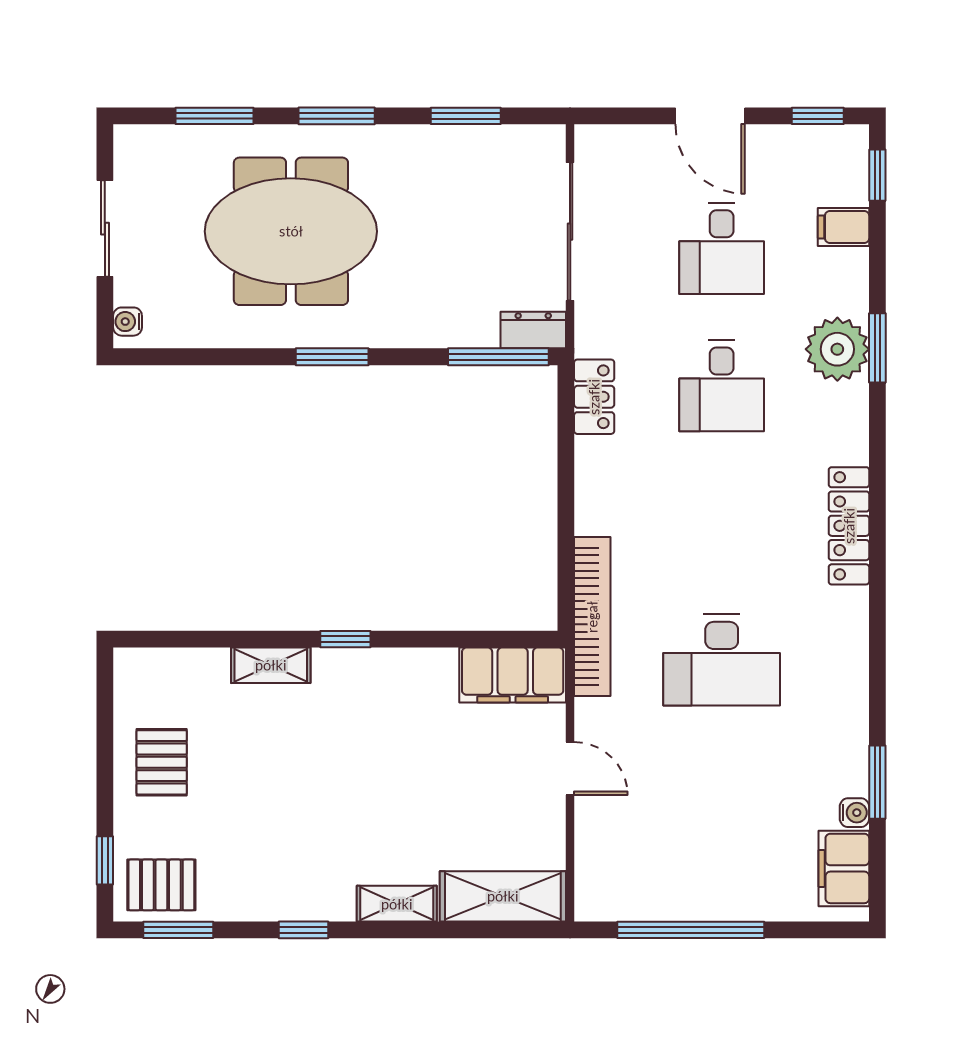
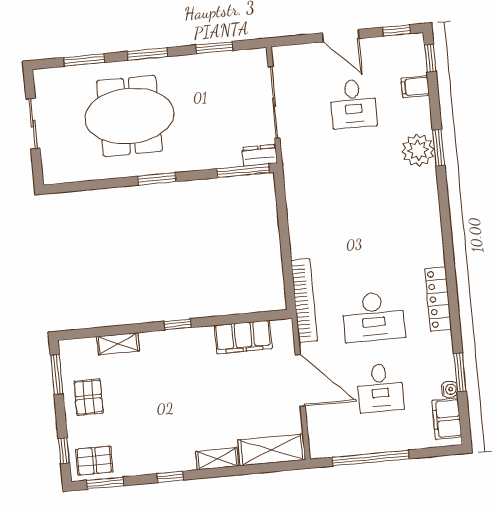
water cooler: (128, 322) -> (49, 171), removed
desk: (722, 386) -> (380, 388), moved
locker: (594, 397) -> (294, 187), removed
locker: (849, 526) -> (438, 299), moved
shelving: (271, 665) -> (118, 344), moved
filing cabinet: (513, 675) -> (243, 337), moved
window: (105, 713) -> (57, 374), added
door: (570, 769) -> (300, 380), width x1.88

